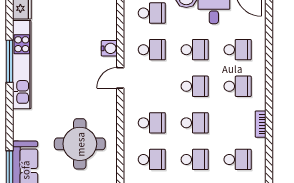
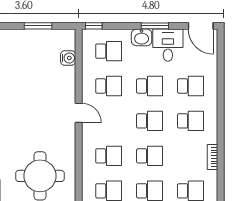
water cooler: (109, 48) -> (68, 58), moved
door: (120, 78) -> (79, 113), swing flipped

